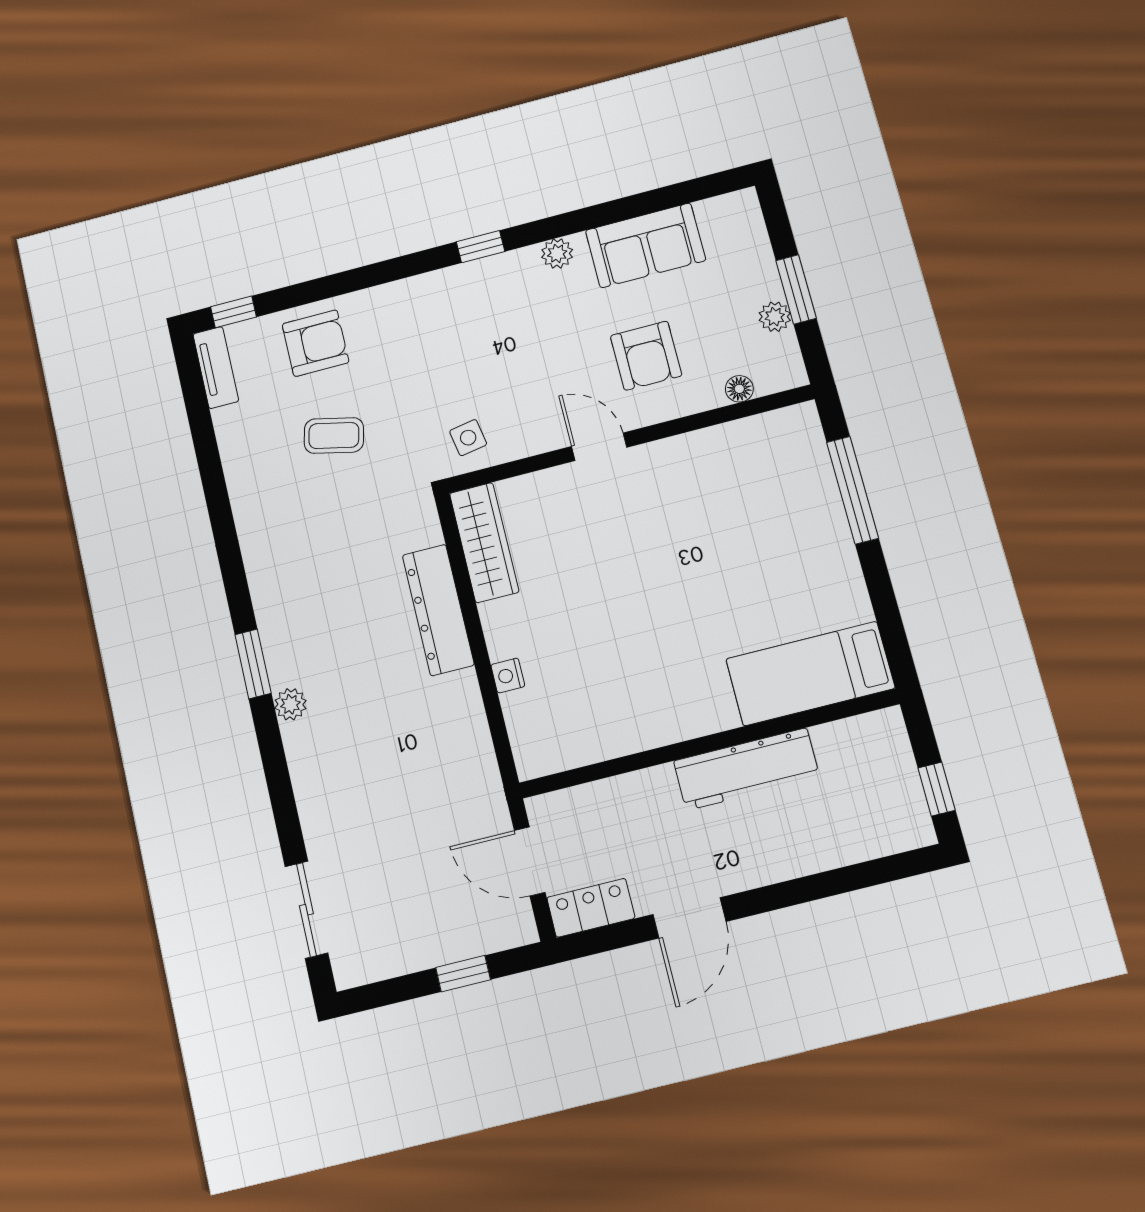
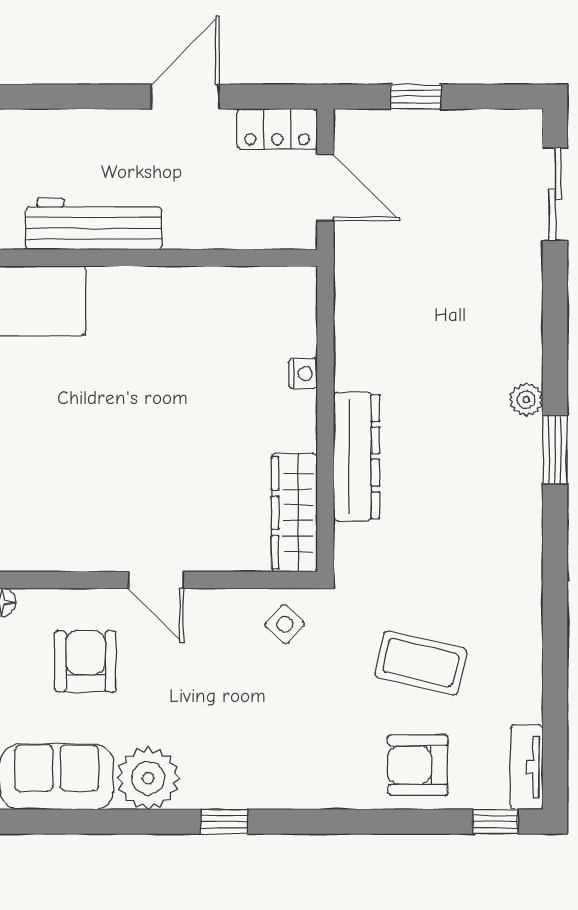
plant: (557, 254) -> (148, 778), width x1.87, depth x1.87
coffee table: (334, 436) -> (421, 663), width x1.36, depth x1.30
side table: (468, 438) -> (285, 624), turned -38

